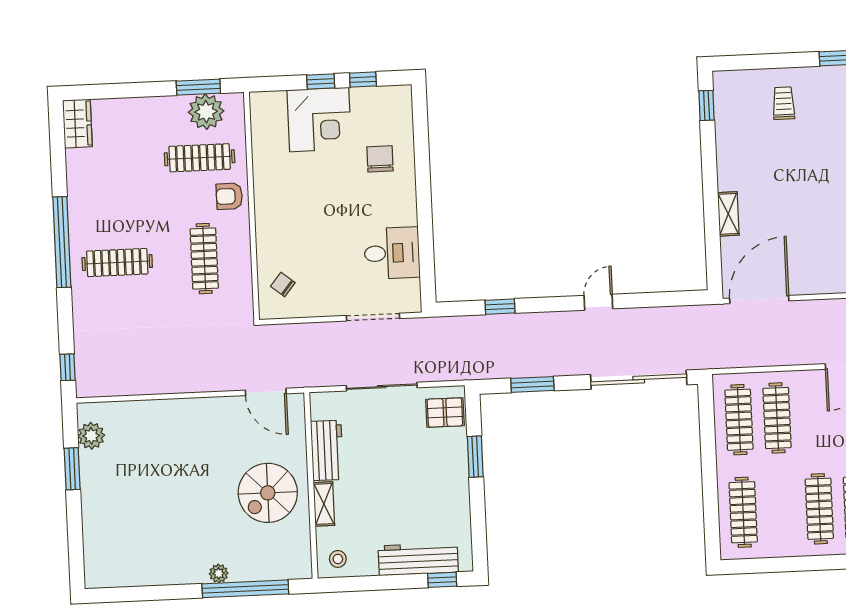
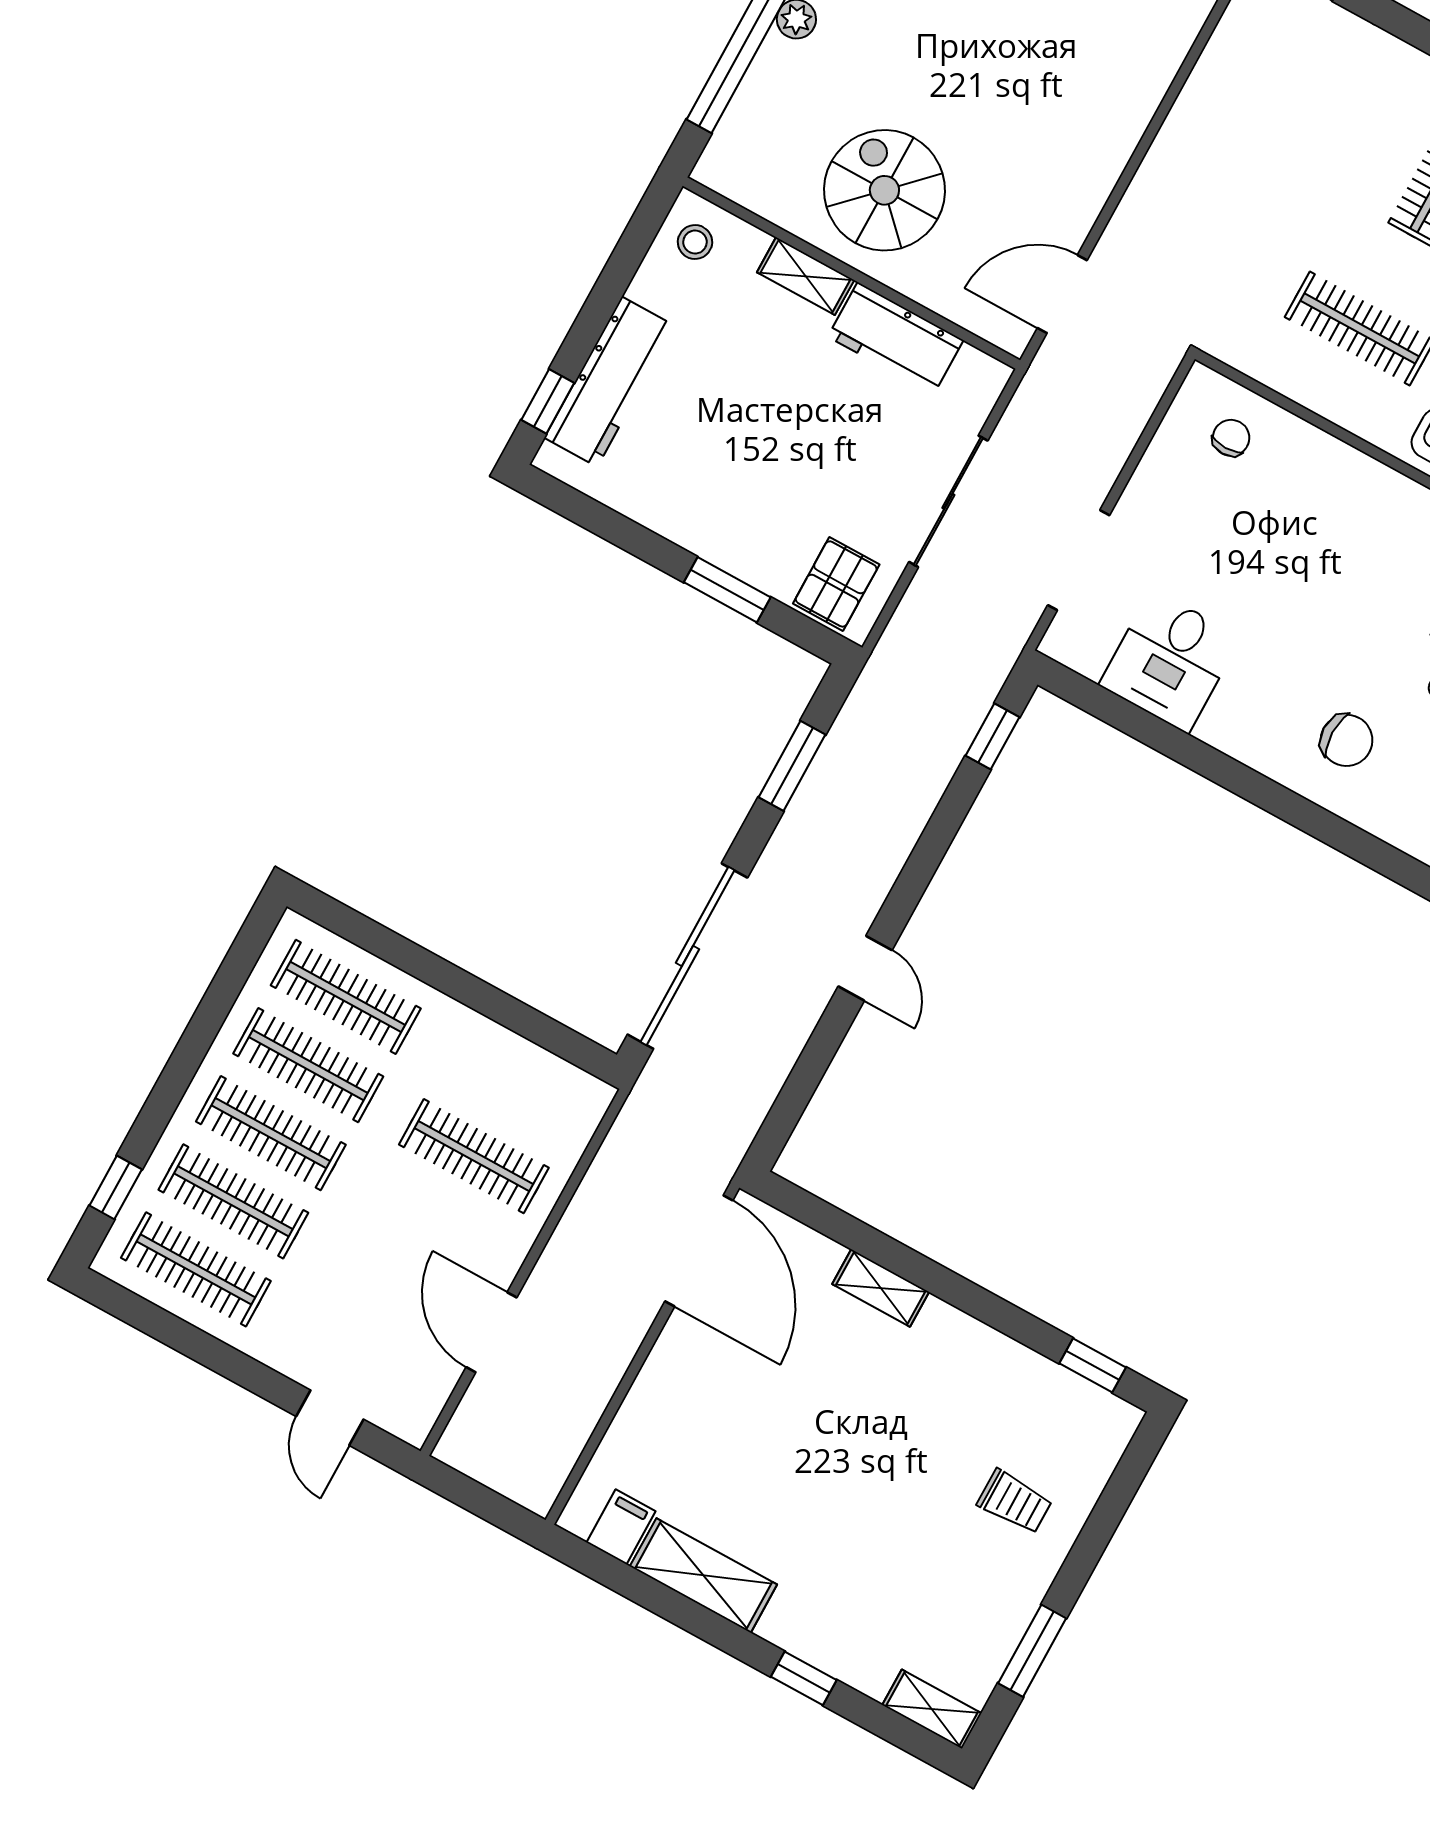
chair: (283, 284) -> (1231, 438), turned -39
window: (500, 307) -> (993, 736), moved
clothes rail: (739, 420) -> (308, 1065), moved

